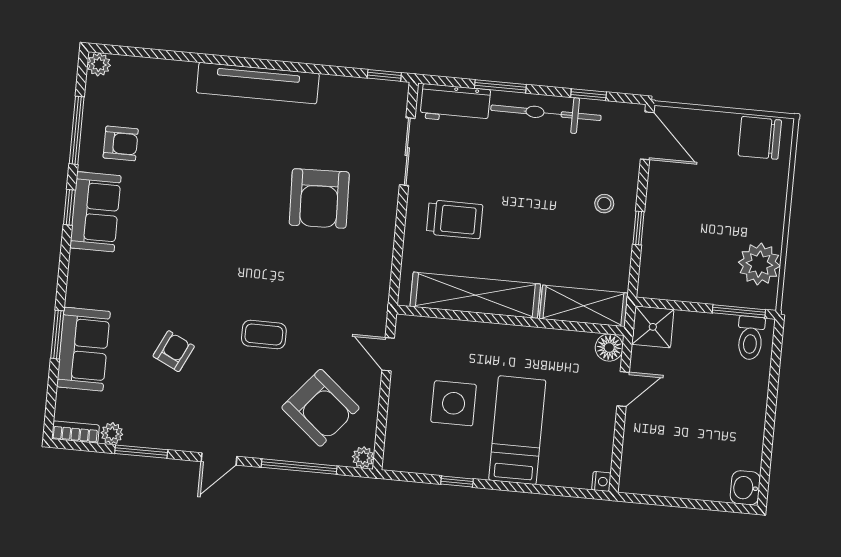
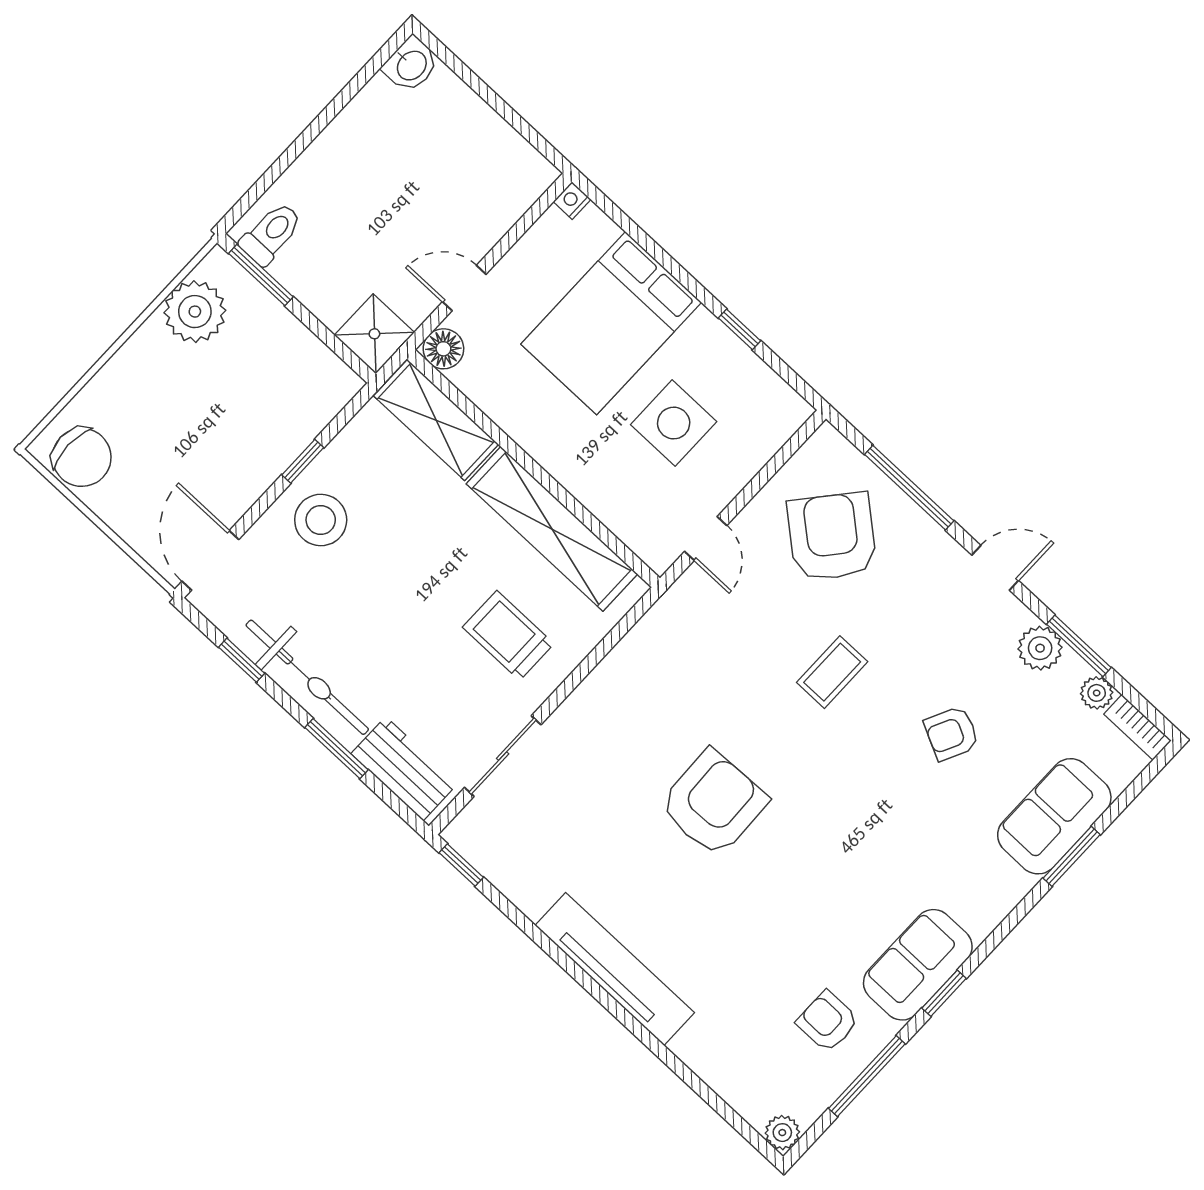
armchair: (319, 198) -> (713, 803), moved
stool: (604, 204) -> (321, 520), width x1.89, depth x1.89
coffee table: (264, 335) -> (832, 672), turned 90
bed: (517, 430) -> (611, 323), width x1.50
plant: (363, 457) -> (1040, 648), moved, width x1.38, depth x1.38

